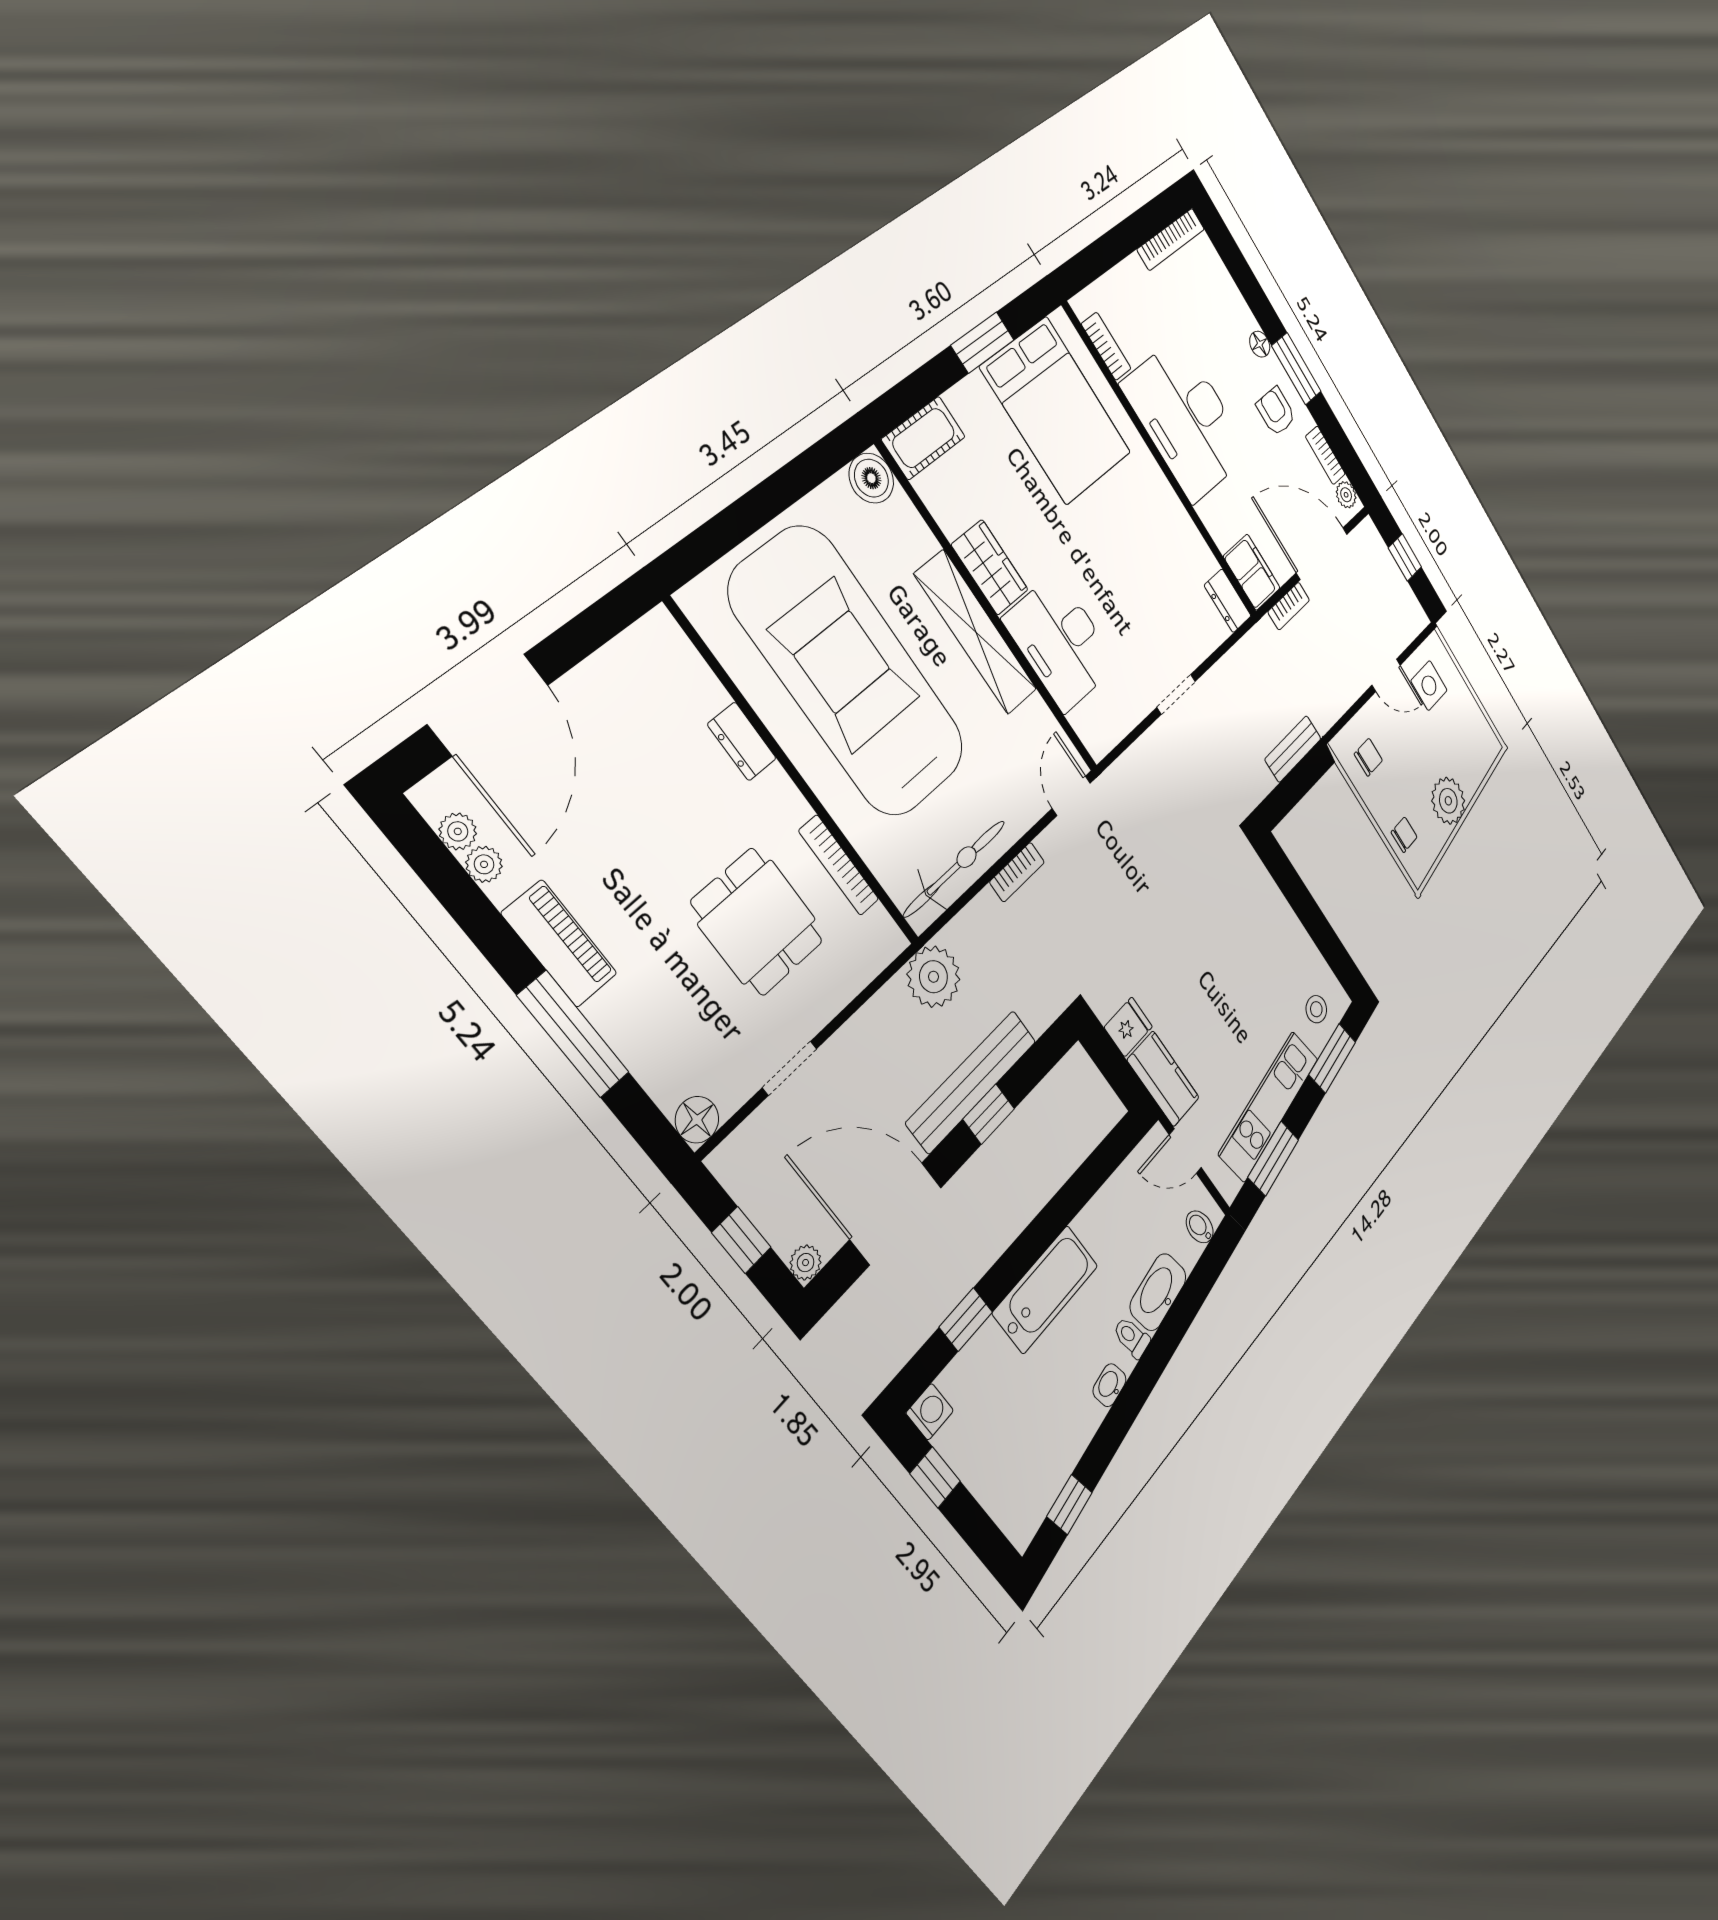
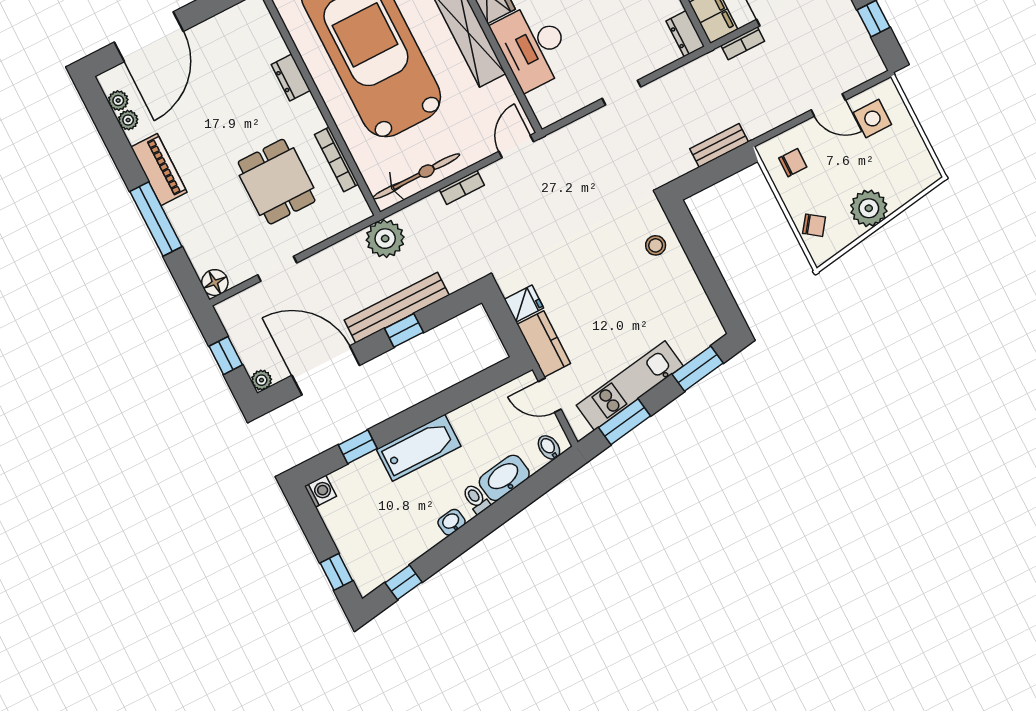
chair: (1404, 835) -> (814, 225), turned 36
stool: (1316, 1009) -> (656, 245), moved
window: (935, 1477) -> (336, 572), moved

